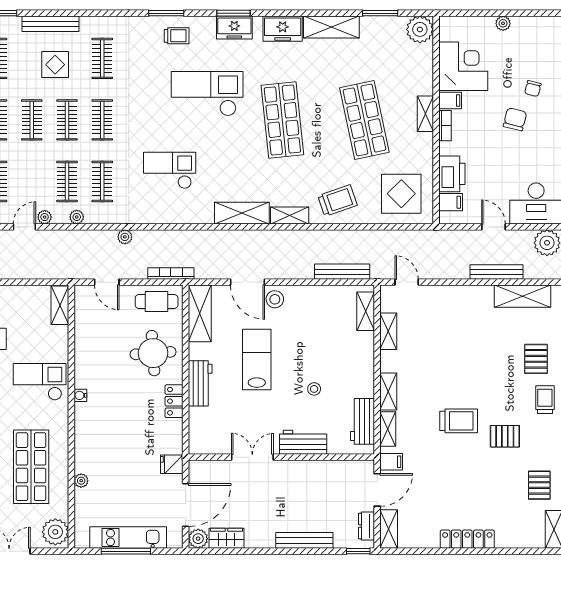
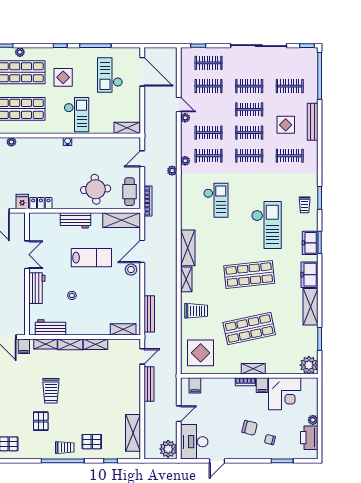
printer: (452, 174) -> (309, 438), moved, turned 90
trolley: (337, 201) -> (196, 311), turned -71
plant: (77, 217) -> (185, 161), moved
bench: (496, 272) -> (149, 384), moved
shelving: (388, 331) -> (96, 344), moved
locker: (174, 401) -> (41, 203), moved

